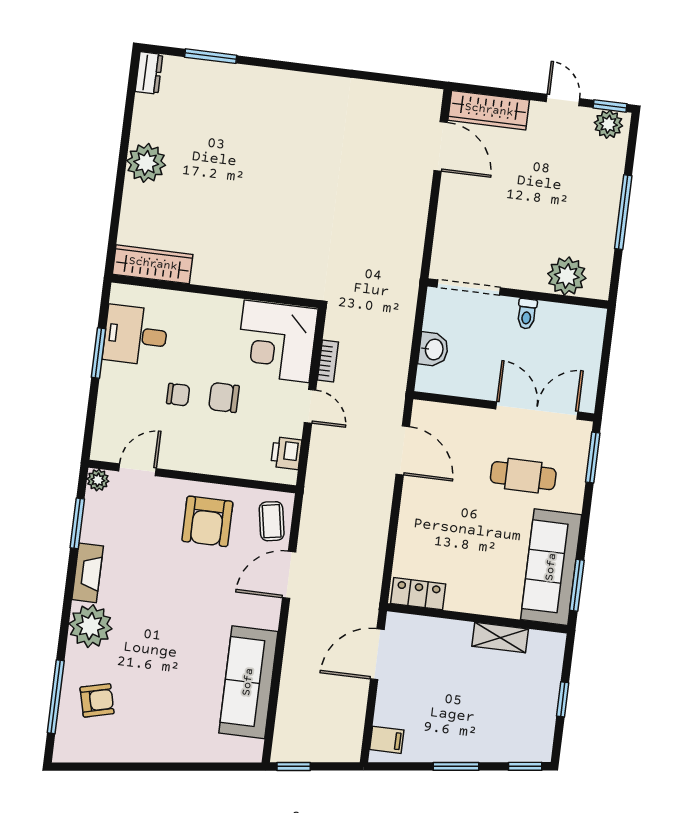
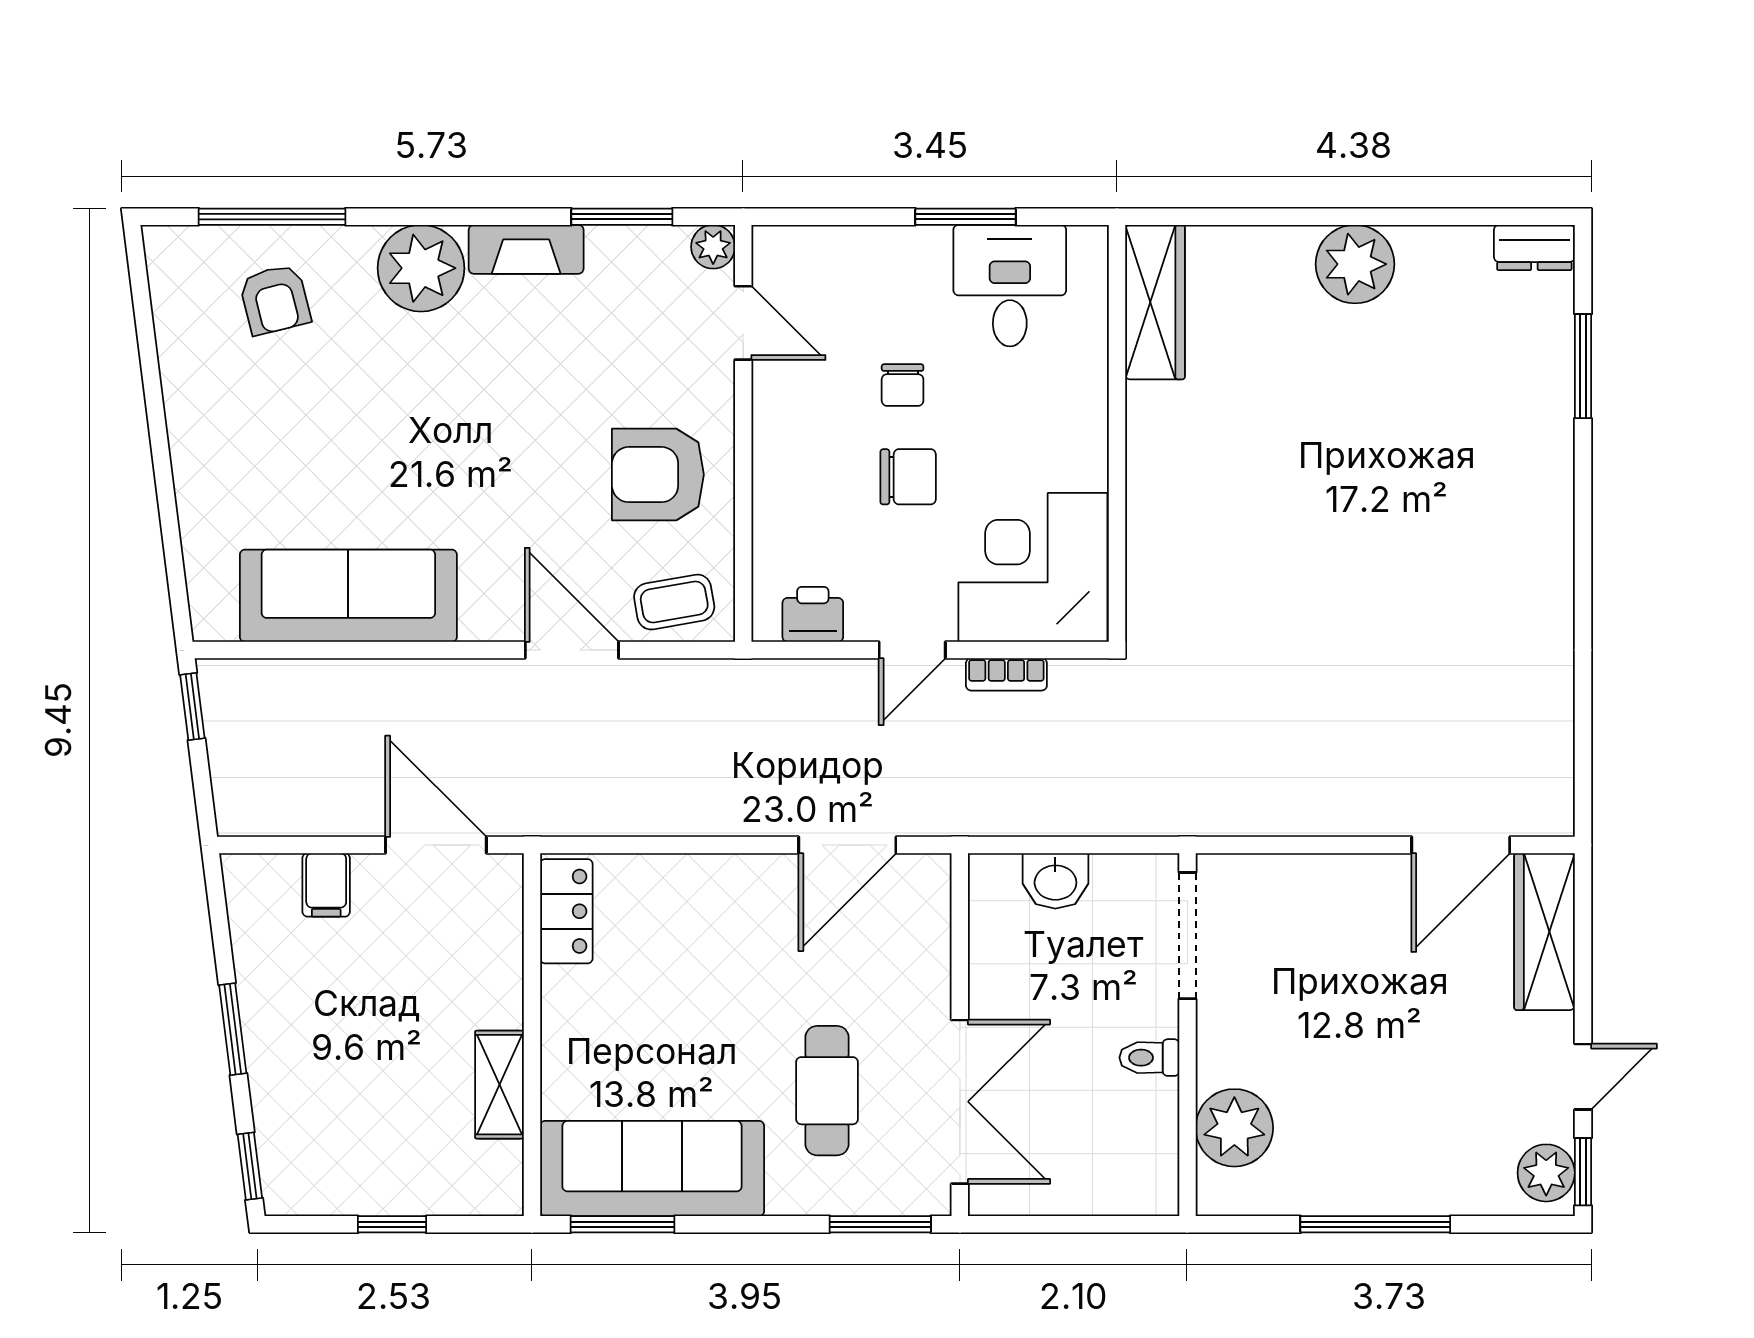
chair: (224, 397) -> (908, 477), turned 90
filing cabinet: (387, 740) -> (326, 885), moved

